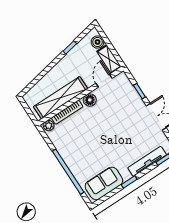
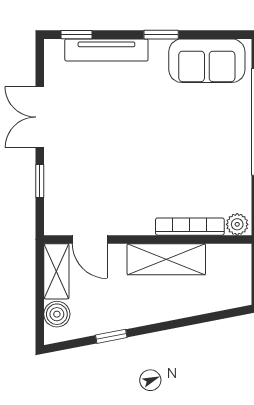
door: (104, 81) -> (90, 239), hinge flipped
shelving: (61, 98) -> (166, 259), width x0.68
floor lamp: (90, 100) -> (136, 222), removed

